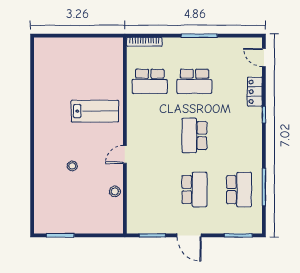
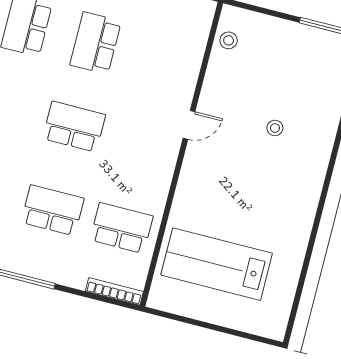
lab bench: (95, 111) -> (217, 264), moved, width x1.36, depth x1.39
school desk: (194, 135) -> (74, 127), turned -90
stool: (115, 191) -> (229, 40), moved

